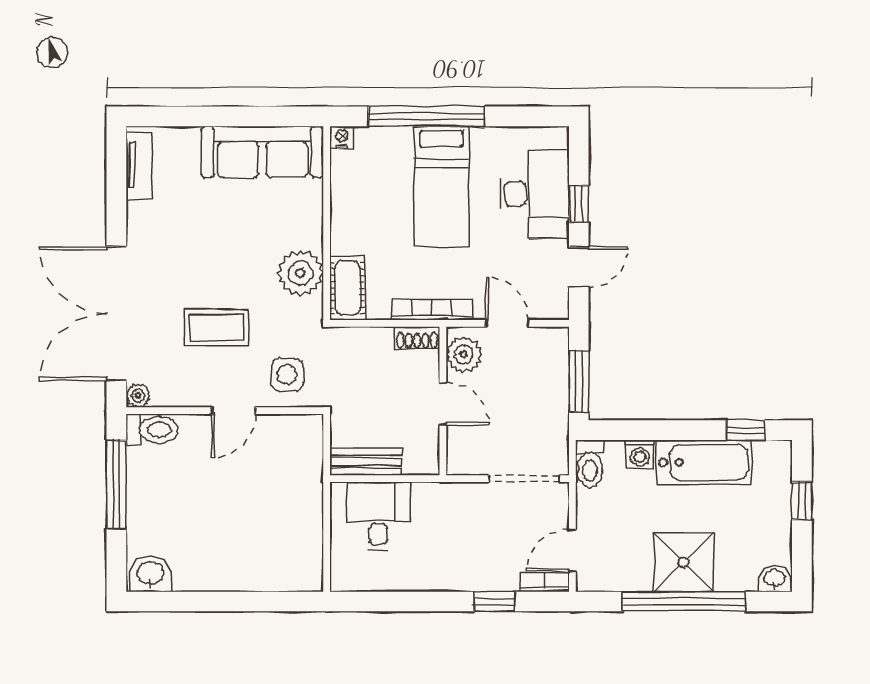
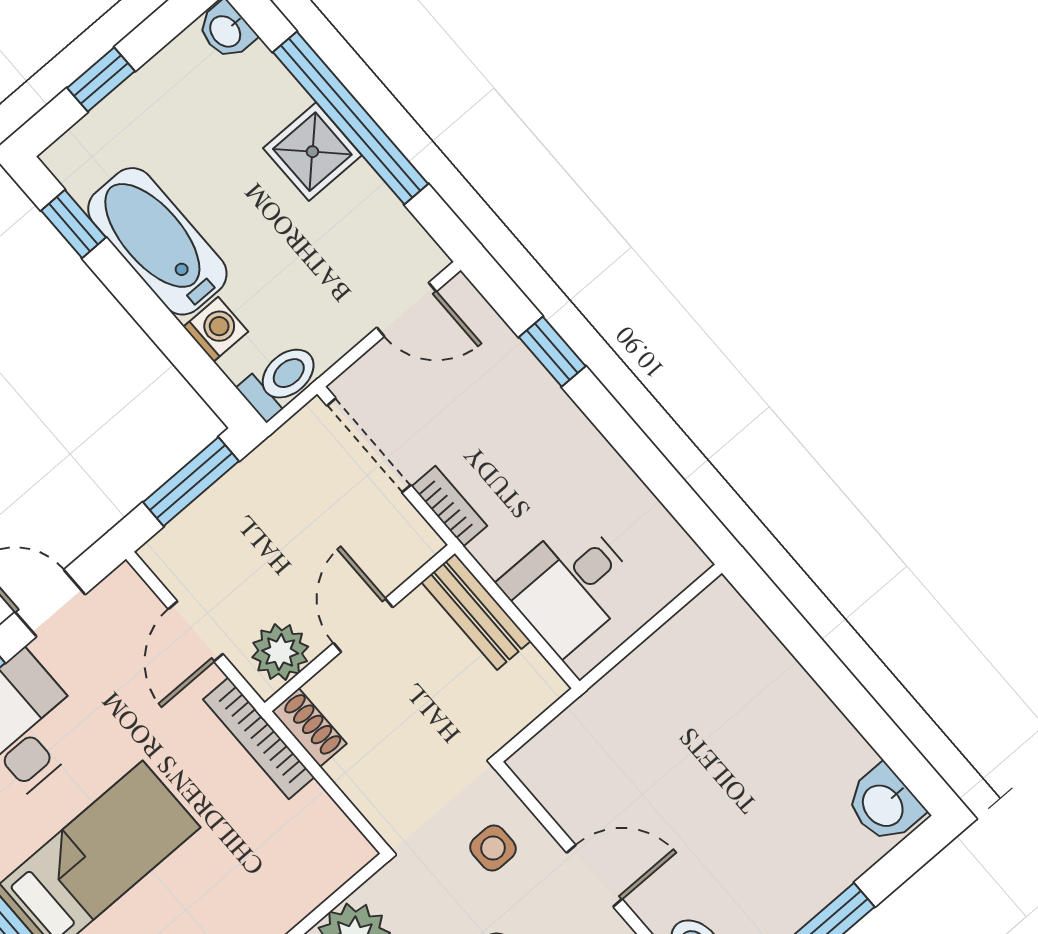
cot: (347, 288) -> (322, 866), removed
side table: (287, 375) -> (493, 848), width x0.73, depth x0.73
bench: (366, 462) -> (476, 612), moved
shower: (683, 562) -> (312, 152), width x0.73, depth x0.73
bookcase: (545, 582) -> (449, 506), moved, turned 180

